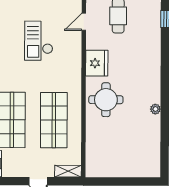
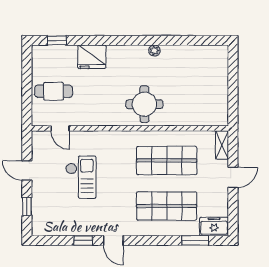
checkout: (39, 41) -> (81, 177), turned -90
fridge: (97, 63) -> (92, 57), moved, turned 180

